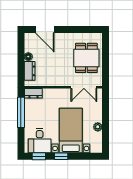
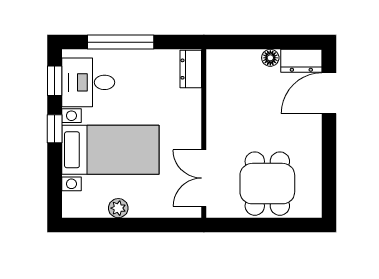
dining table: (86, 58) -> (267, 184), turned 90
dresser: (30, 71) -> (301, 61), moved
window: (21, 112) -> (121, 42), moved

